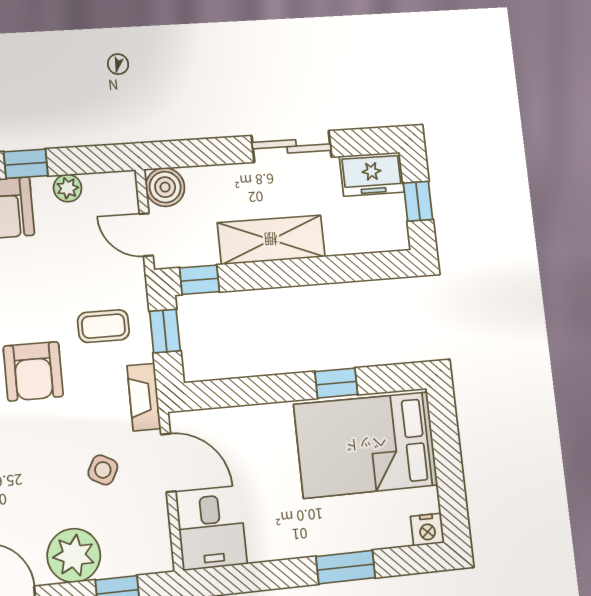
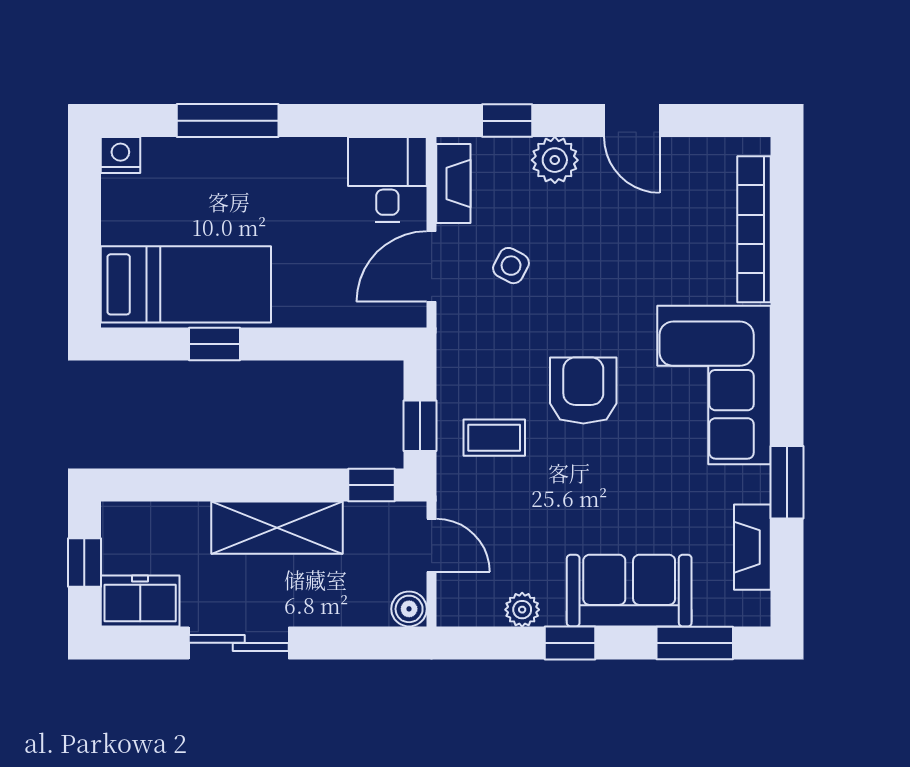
boiler: (165, 187) -> (409, 609), width x0.73, depth x0.73
fireplace: (144, 397) -> (453, 184), moved
bed: (366, 445) -> (186, 284), width x0.67
door: (168, 463) -> (432, 266), hinge flipped
plant: (74, 555) -> (555, 160), width x0.73, depth x0.73
window: (346, 567) -> (228, 121), width x1.44

